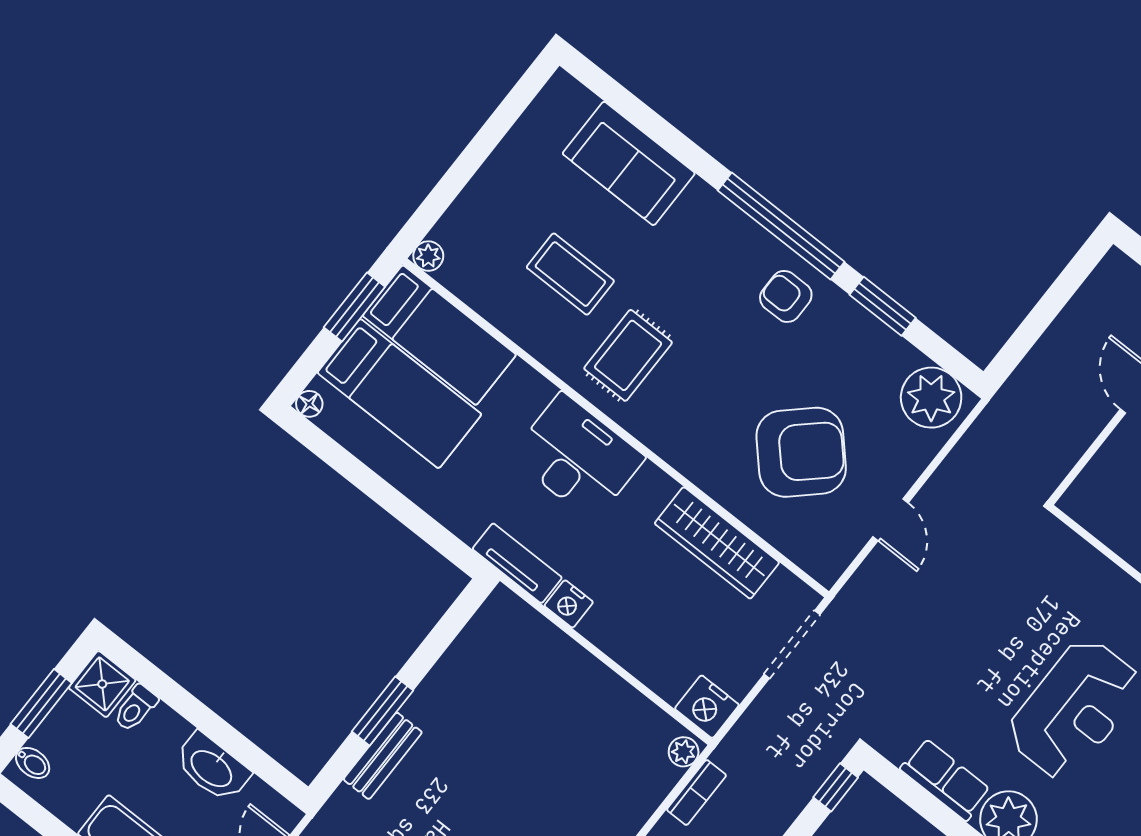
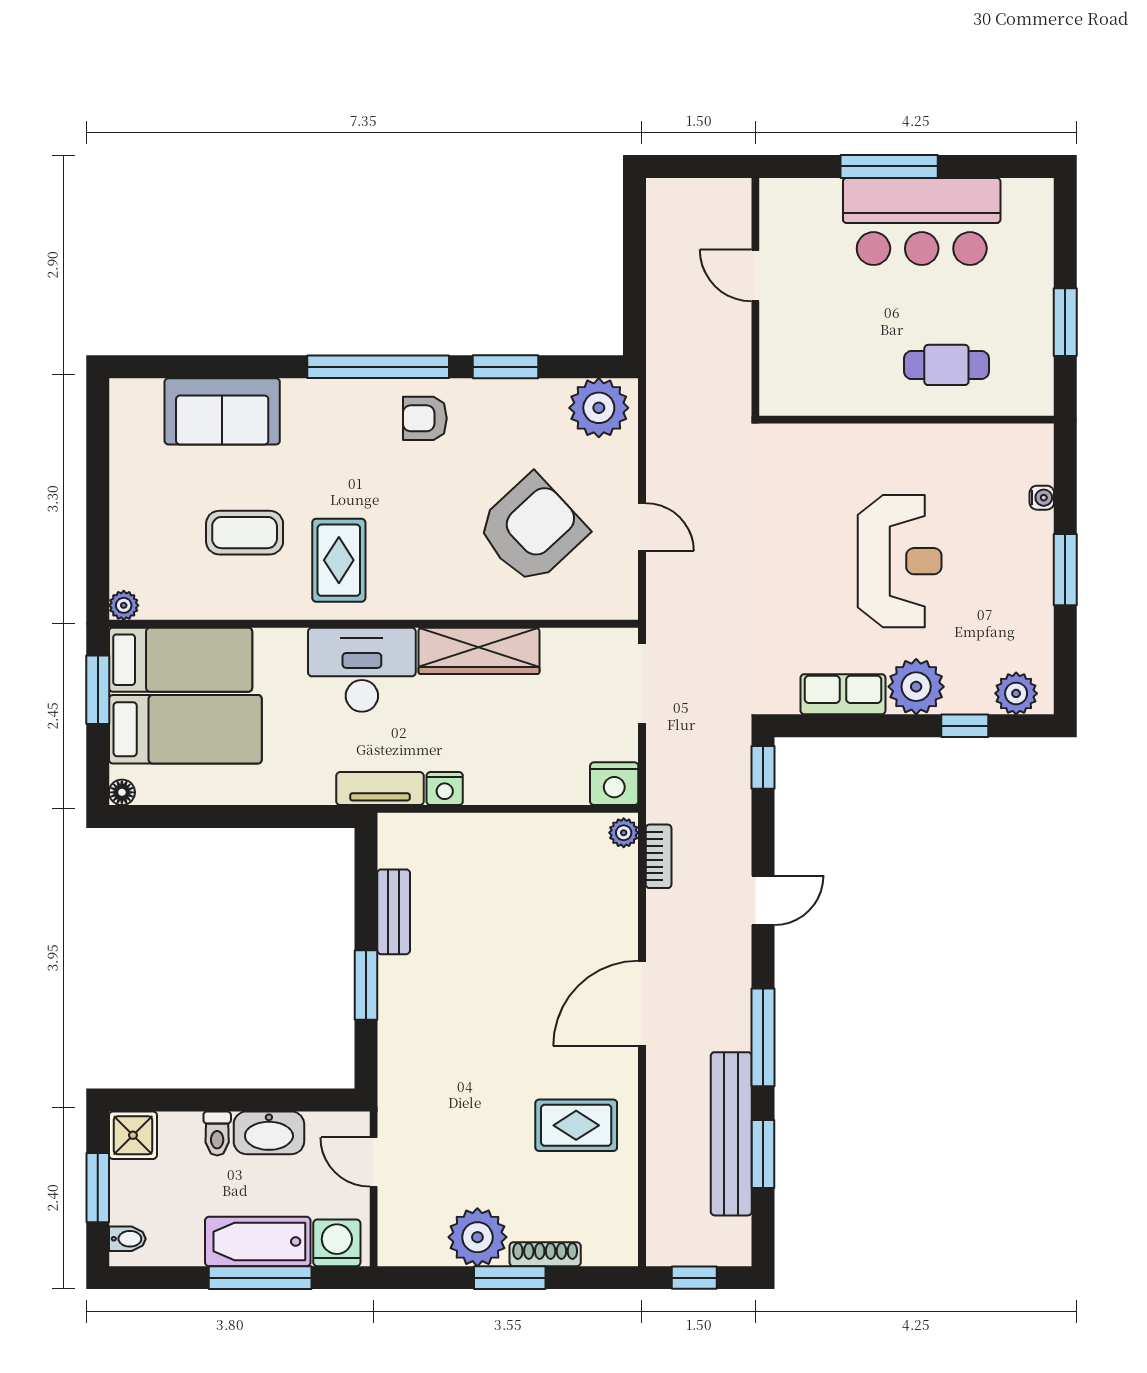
wardrobe: (717, 543) -> (479, 651), moved
toilet: (136, 708) -> (217, 1134), moved
bench: (383, 756) -> (394, 912), moved

